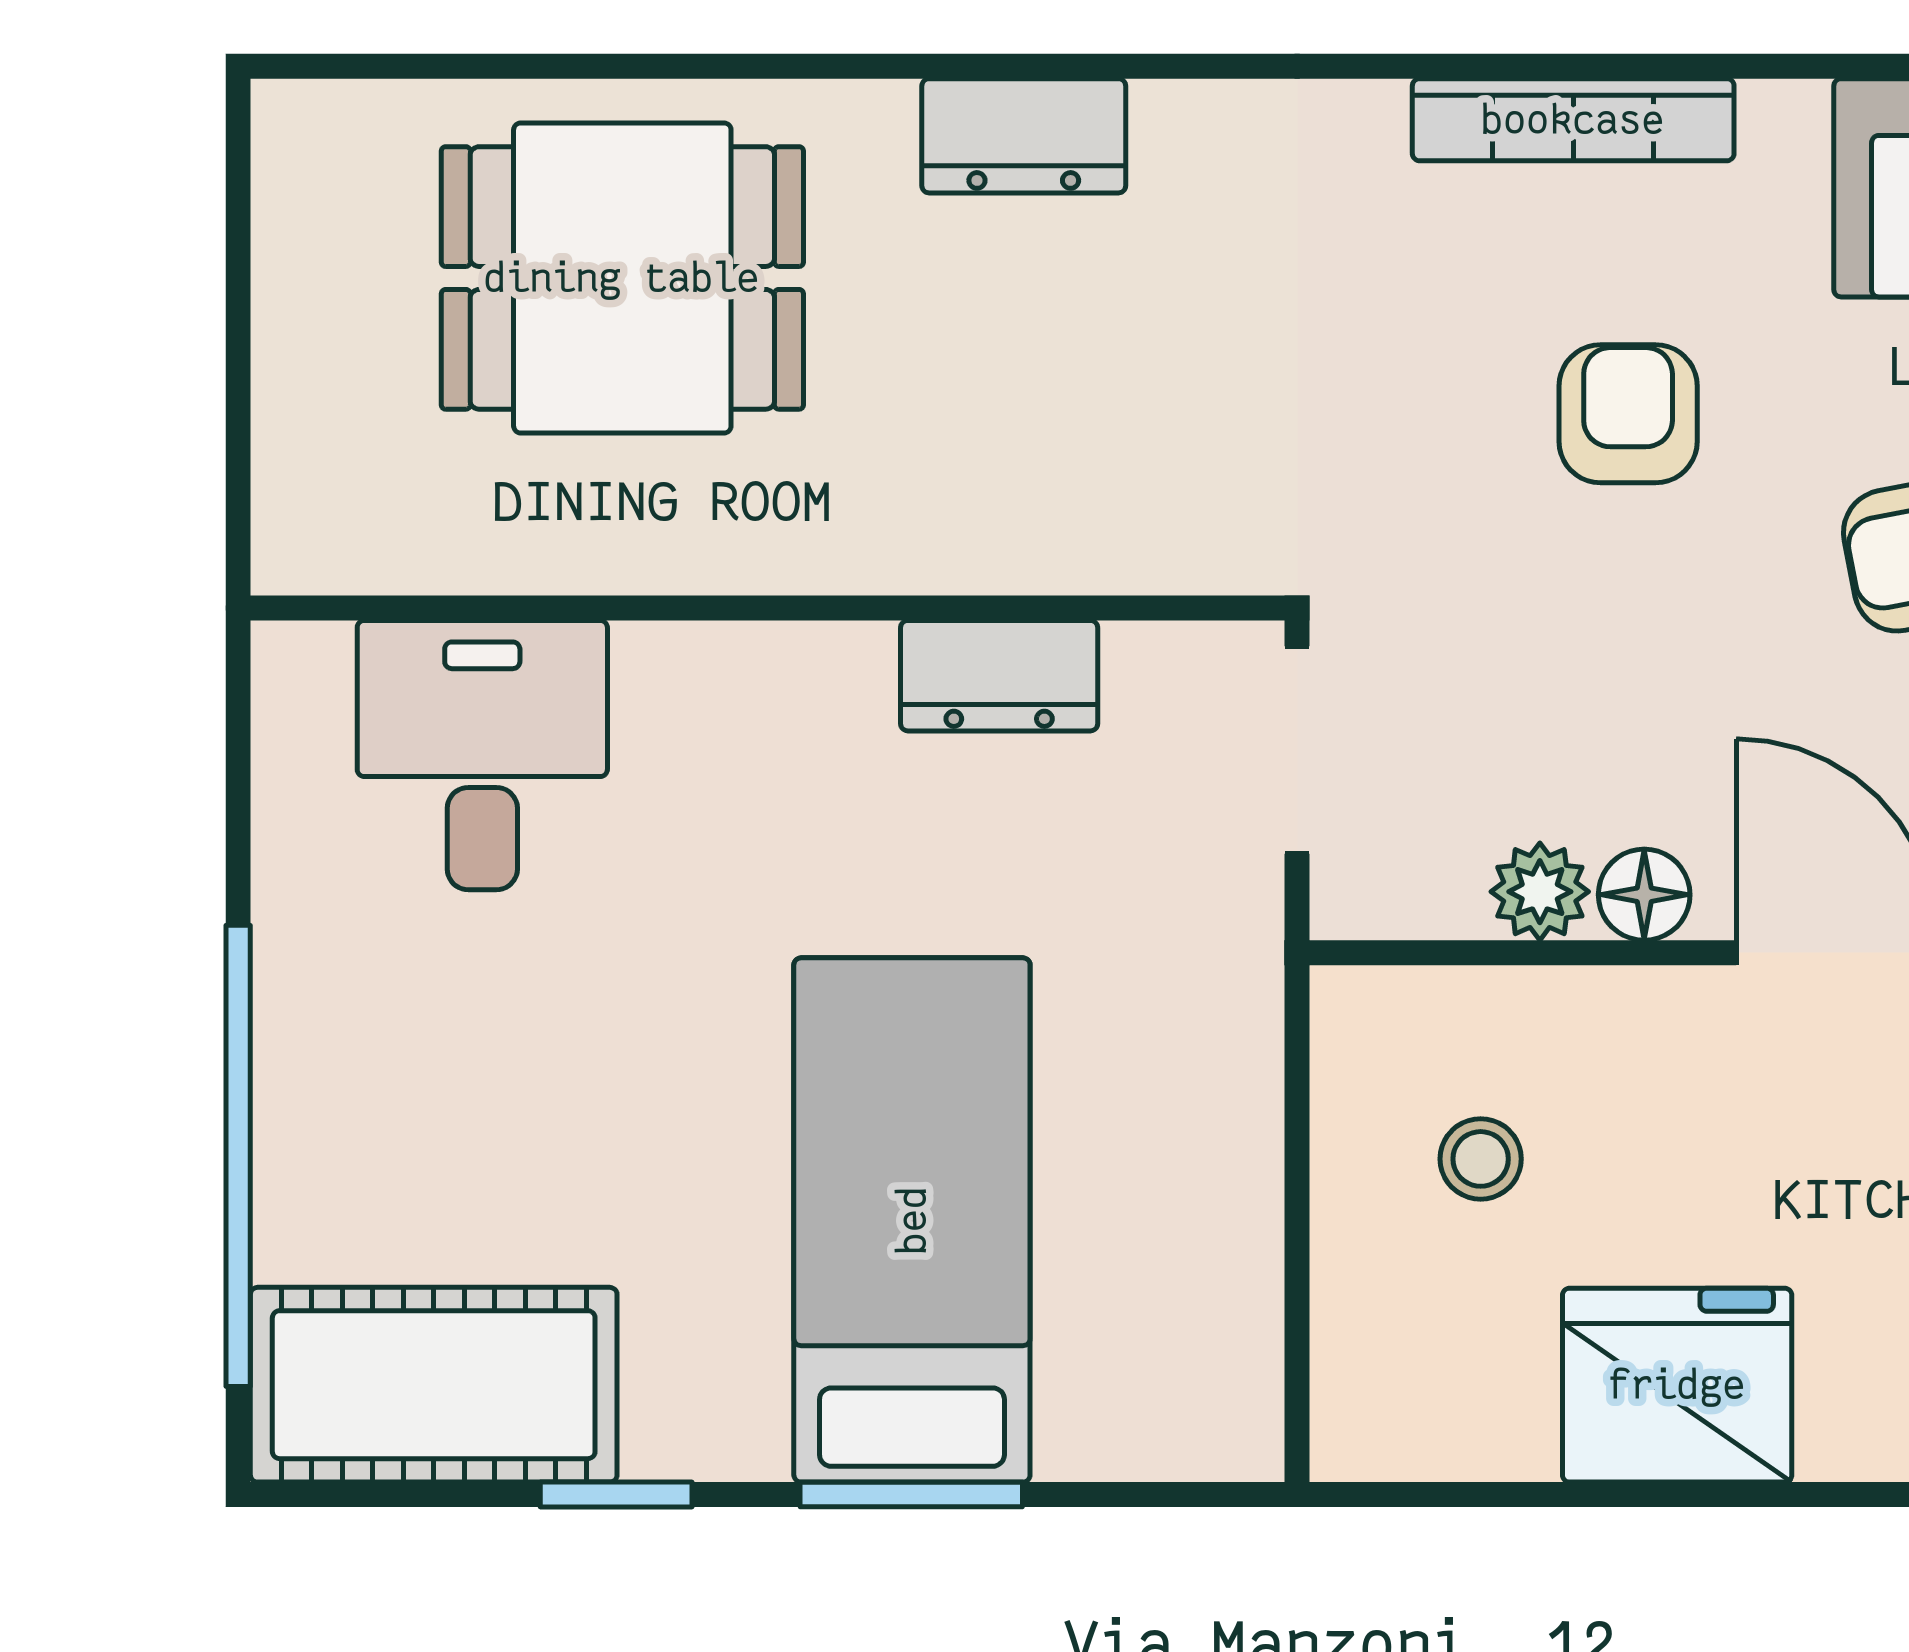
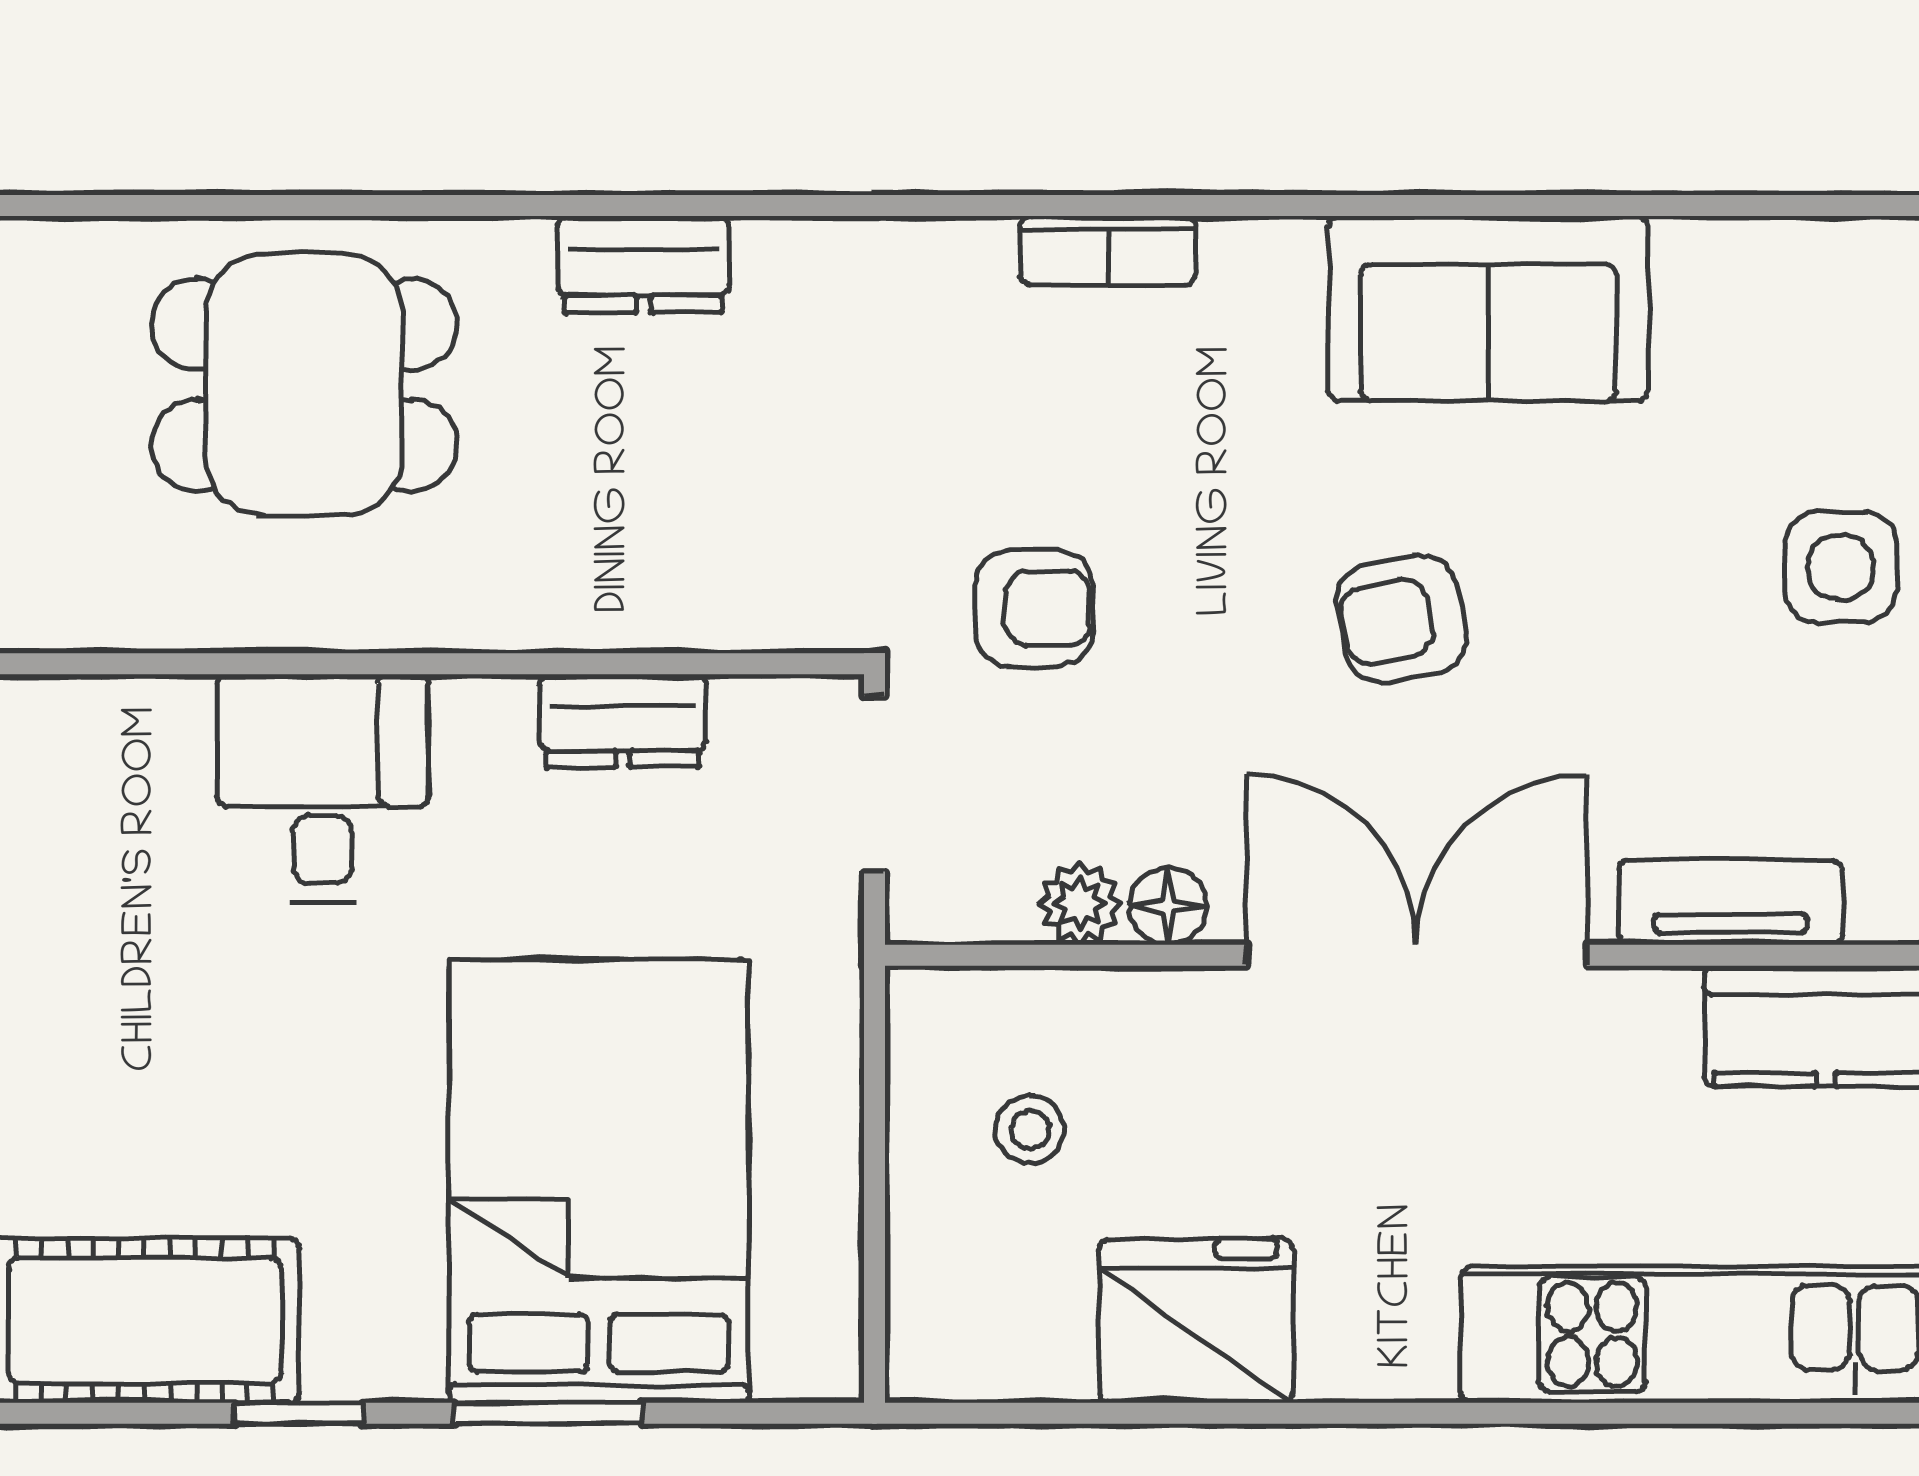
bookcase: (1573, 120) -> (1108, 251), width x0.64
armchair: (1628, 414) -> (1034, 608), moved, turned 90
desk: (482, 755) -> (323, 788), moved
bed: (912, 1220) -> (599, 1181), width x1.50

